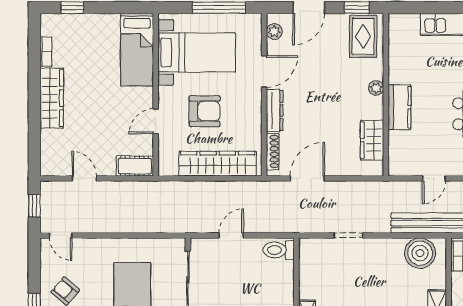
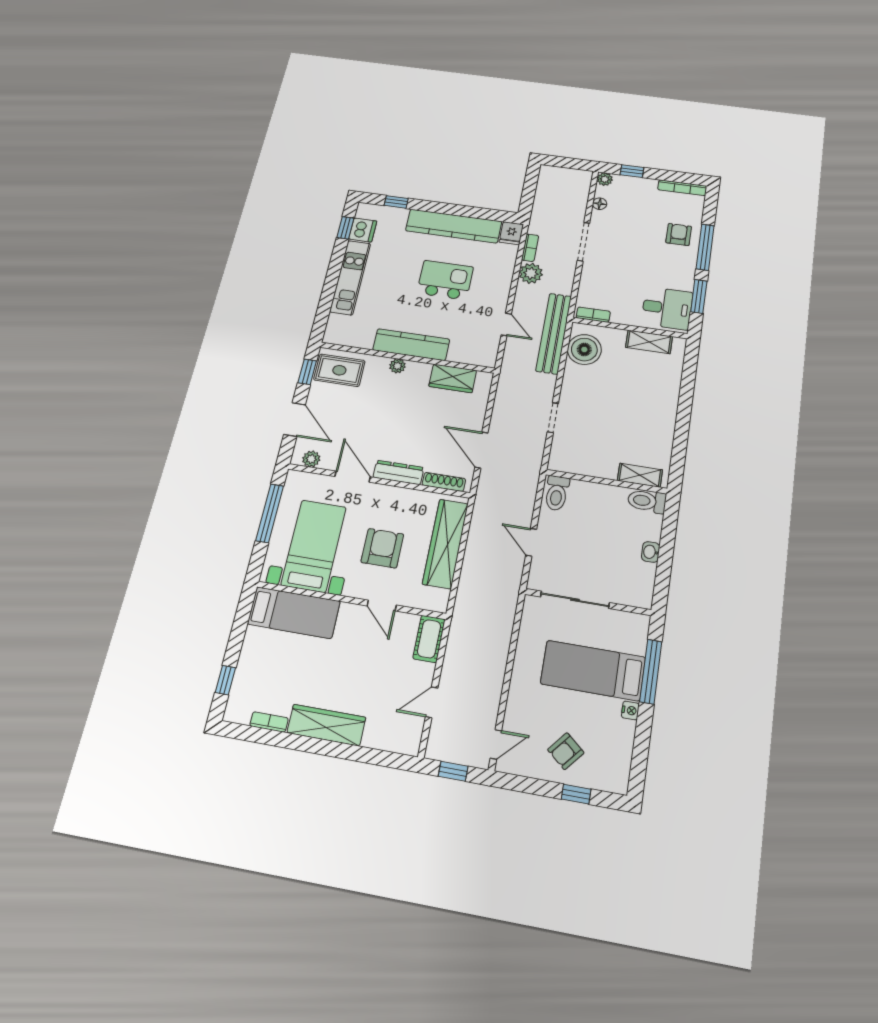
kitchen counter: (399, 107) -> (411, 345), width x1.50

